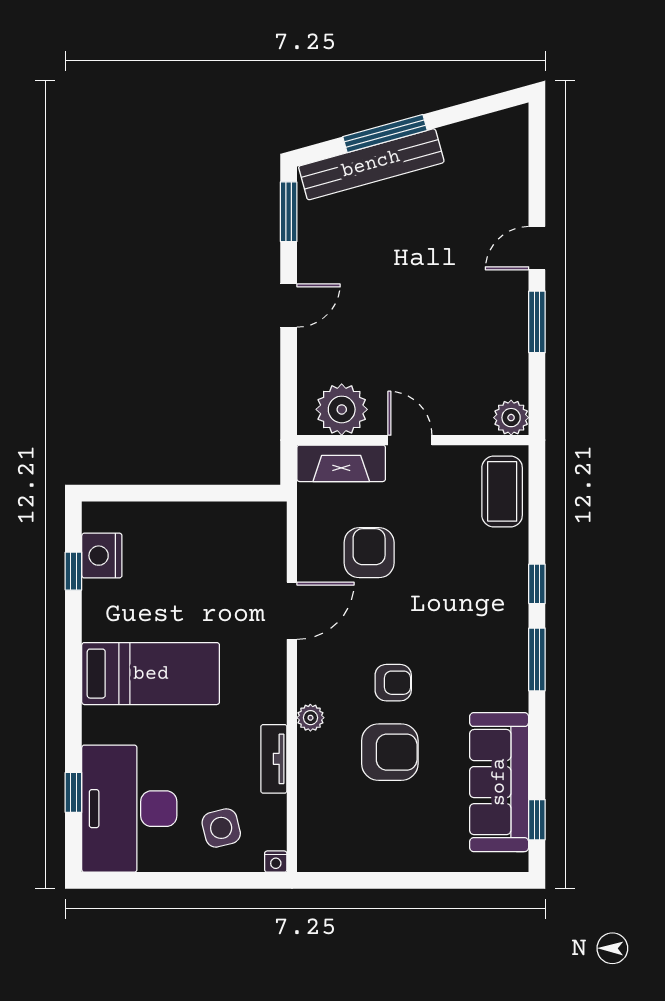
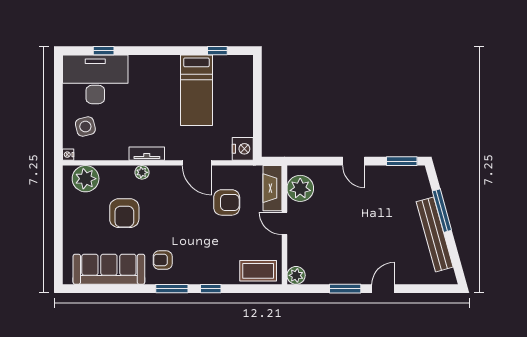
bench: (371, 164) -> (435, 234), moved
door: (537, 248) -> (383, 289), hinge flipped
door: (410, 440) -> (284, 223), swing flipped
nightstand: (102, 556) -> (243, 149), moved, turned 90
bed: (151, 674) -> (196, 90), moved
armchair: (393, 683) -> (163, 260), moved, turned 90
tv unit: (274, 759) -> (147, 154), moved
window: (537, 820) -> (90, 289), removed
plant: (323, 828) -> (86, 179), added

